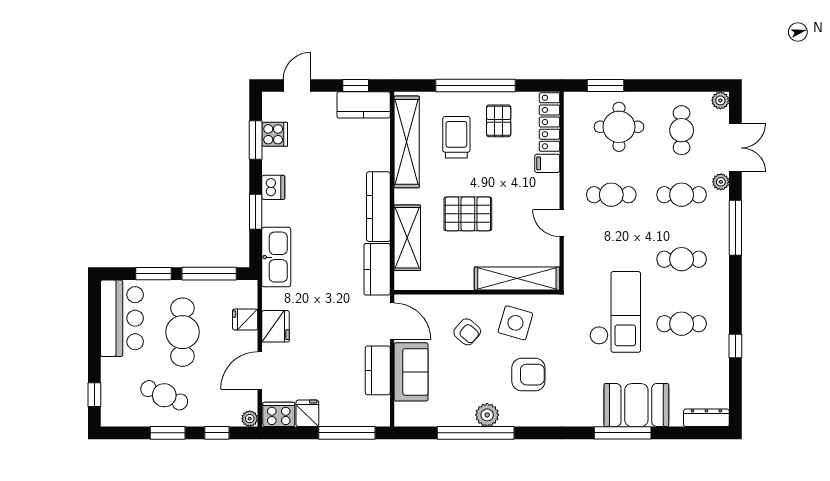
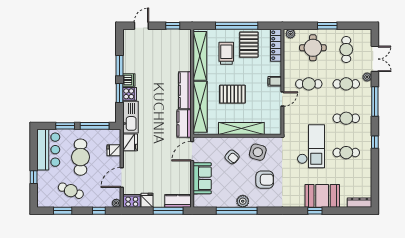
window: (606, 85) -> (327, 26), moved
plant: (720, 100) -> (290, 34), moved
kitchen counter: (364, 105) -> (177, 36), removed
pallet: (499, 121) -> (249, 45), width x1.50, depth x1.42
cooker: (275, 134) -> (130, 94), moved
window: (256, 140) -> (119, 66), moved
filing cabinet: (547, 163) -> (275, 81), moved
door: (562, 223) -> (282, 99), swing flipped
shelving: (407, 238) -> (200, 107), width x1.47
shelving: (517, 279) -> (241, 129), moved
door: (392, 321) -> (192, 151), swing flipped
fridge: (276, 326) -> (130, 142), moved
window: (735, 346) -> (375, 142), moved
kitchen counter: (378, 370) -> (178, 201), moved, turned 90
window: (94, 395) -> (34, 177), moved
window: (168, 433) -> (63, 211), moved
window: (623, 433) -> (315, 211), width x0.46

